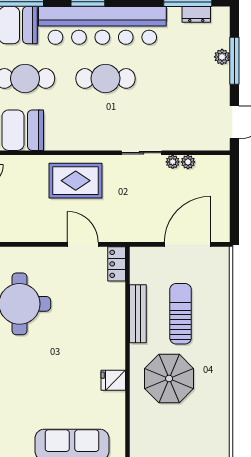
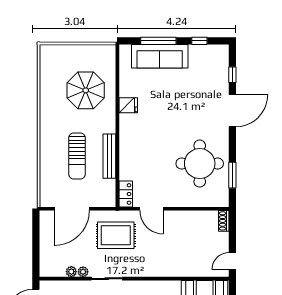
rug: (76, 181) -> (116, 235), moved
parasol: (169, 379) -> (86, 90), moved

